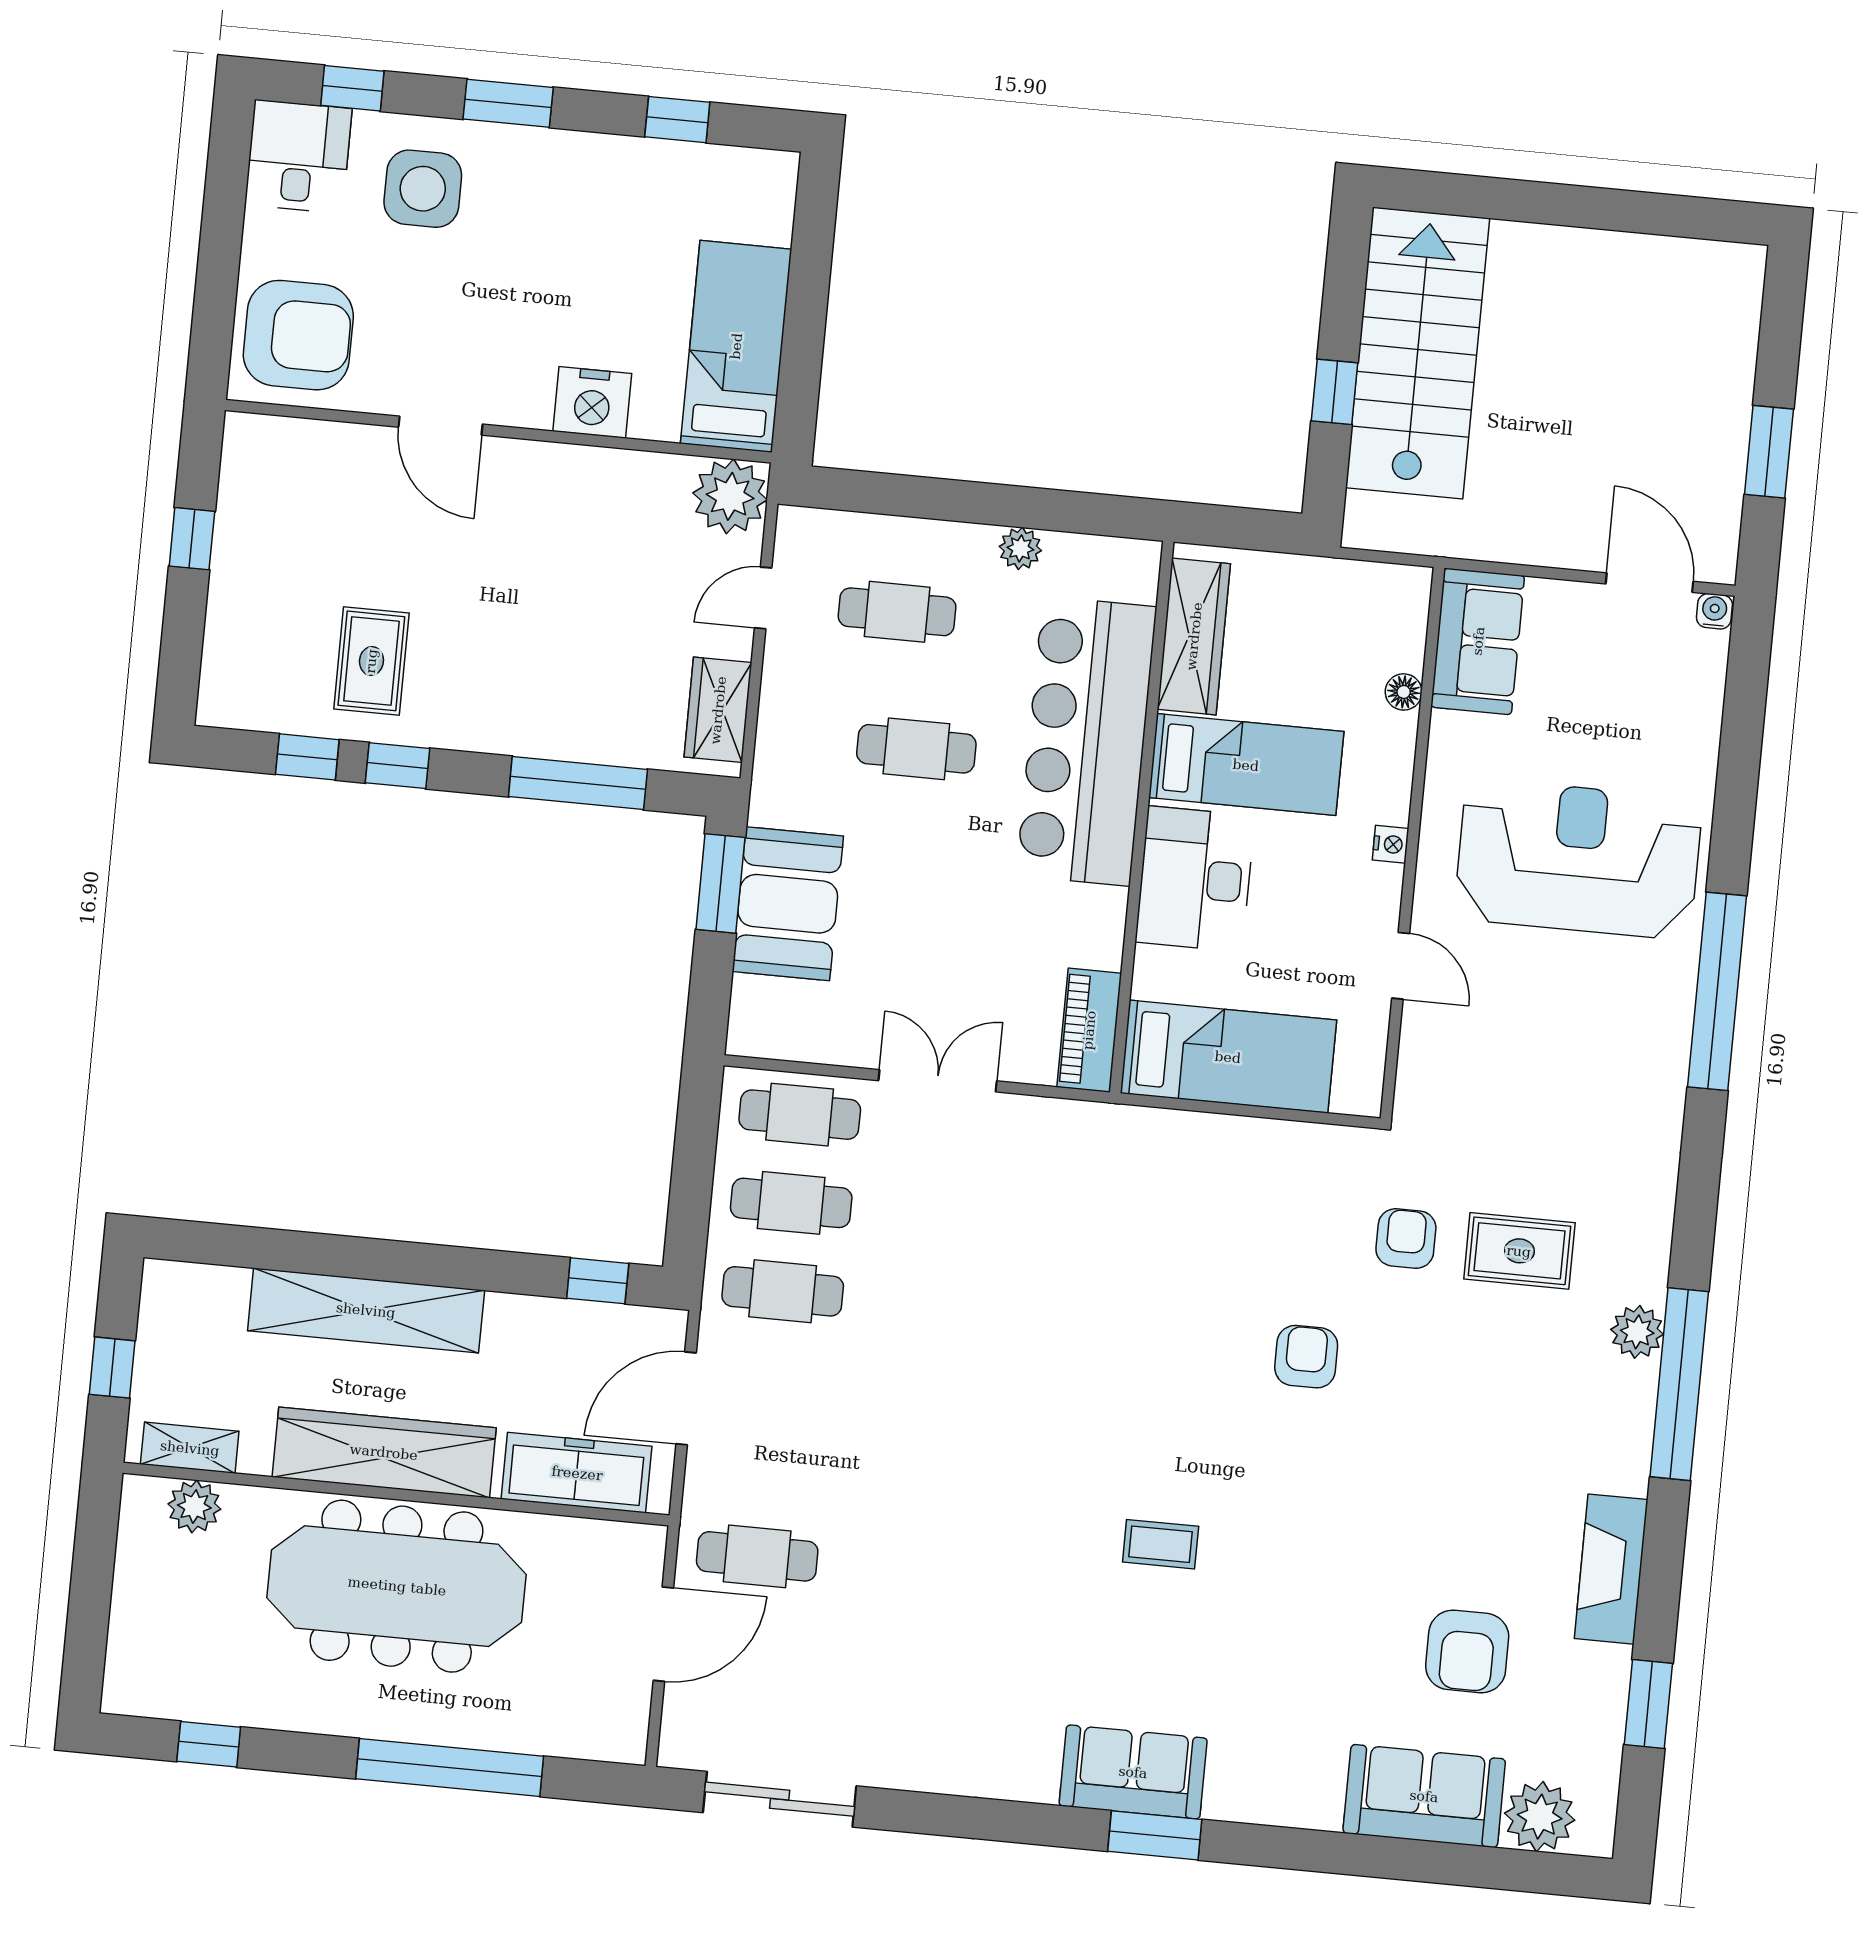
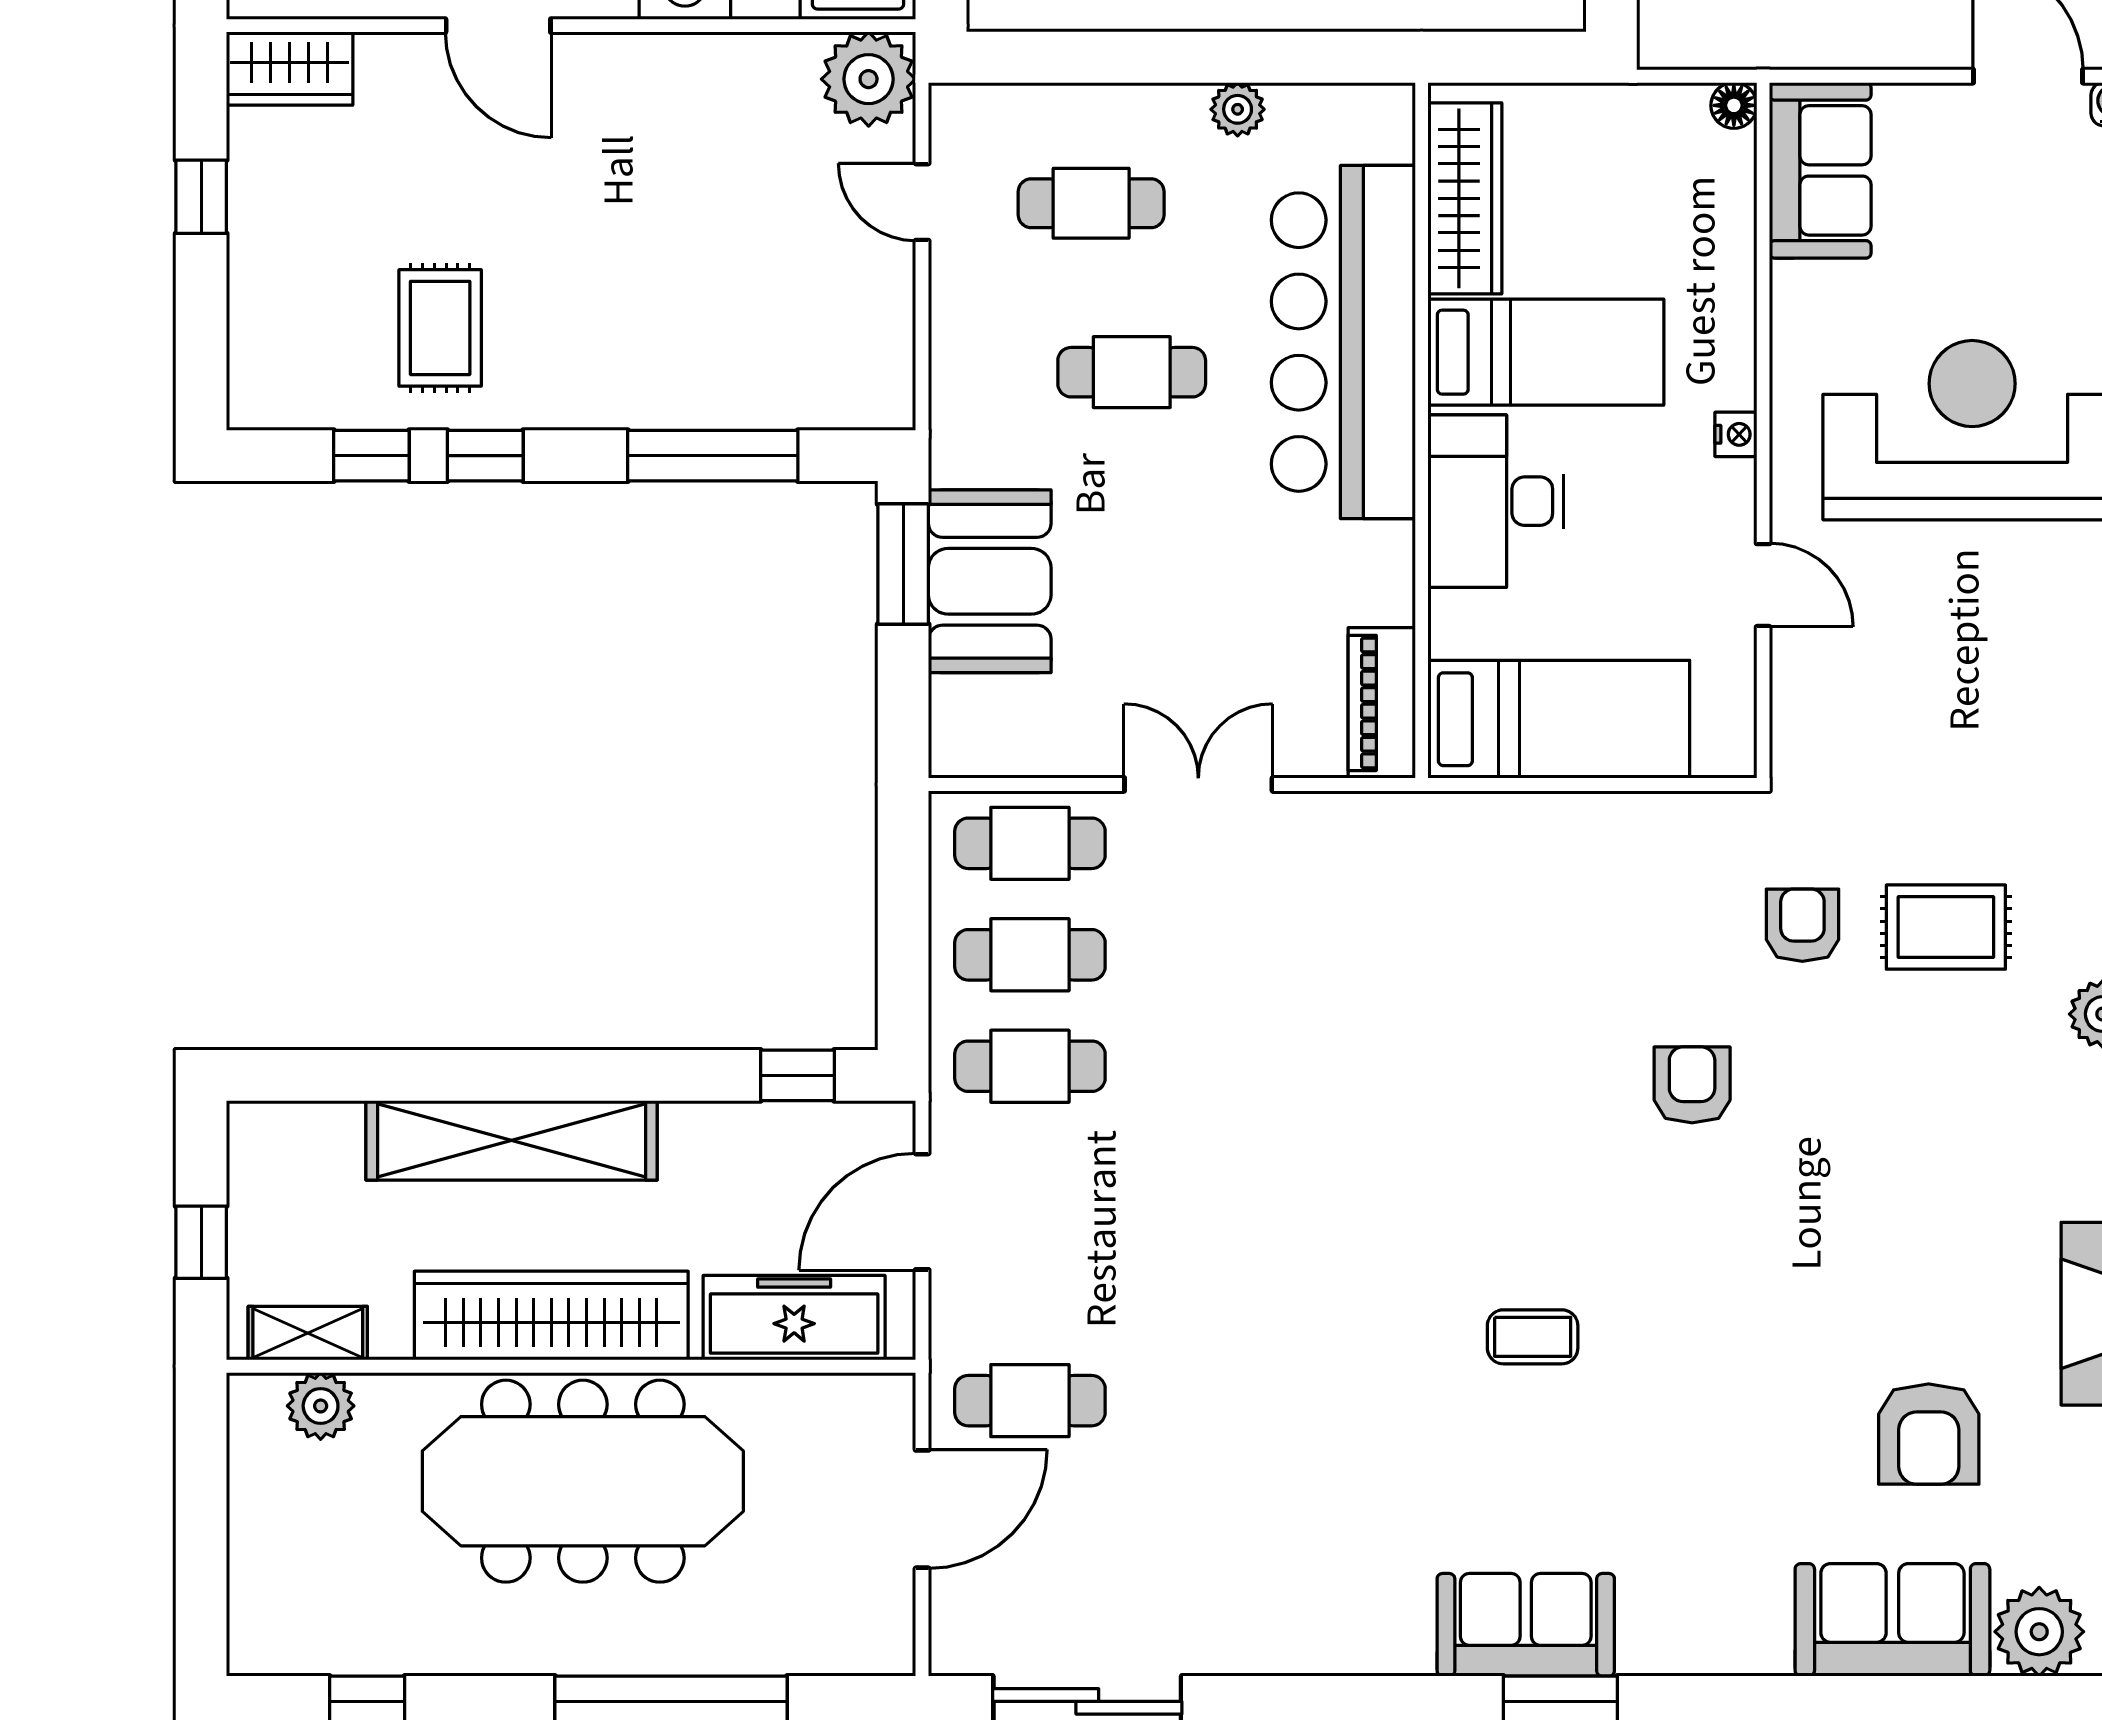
door: (763, 598) -> (922, 202), hinge flipped
floor lamp: (1404, 692) -> (1734, 105), moved
wardrobe: (718, 710) -> (290, 69), moved, turned -90

